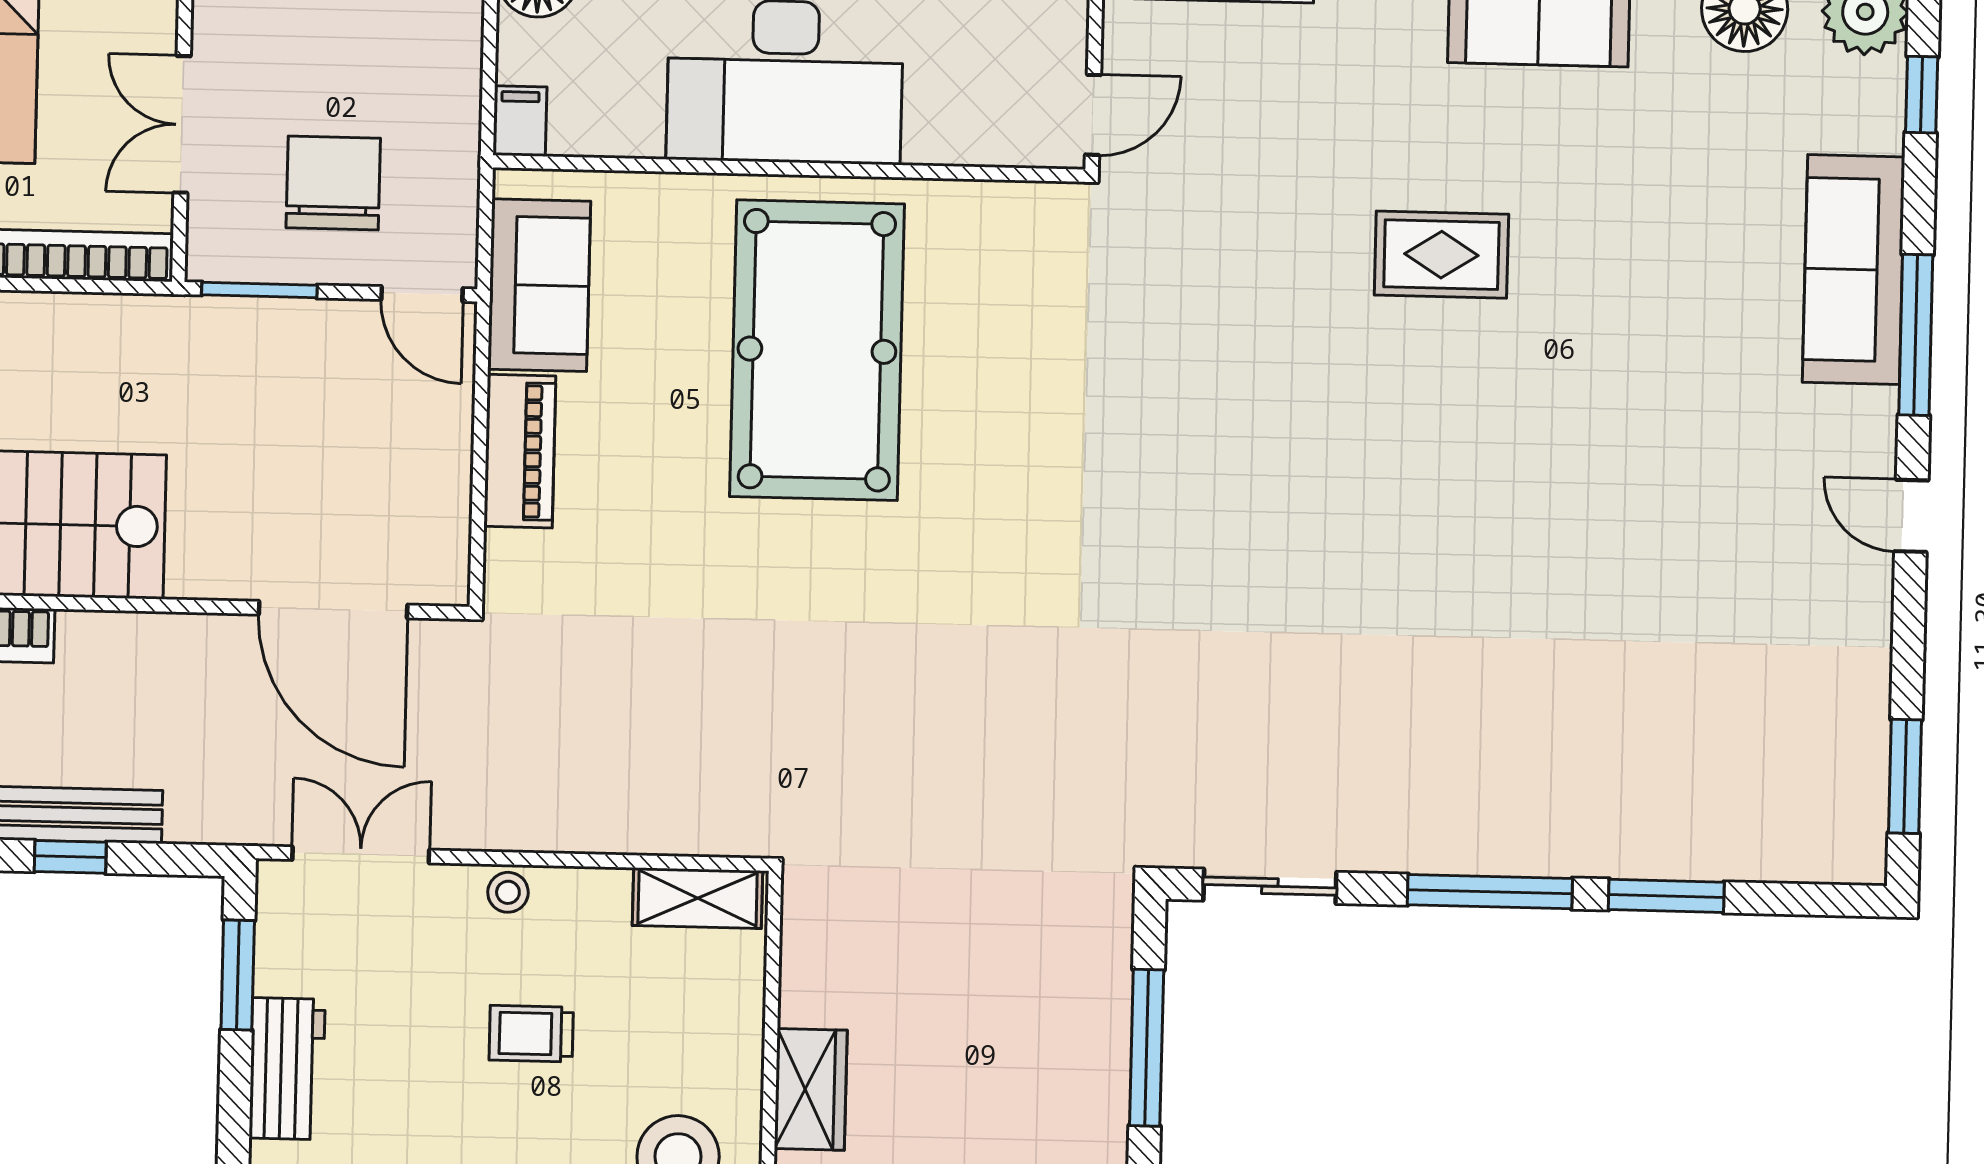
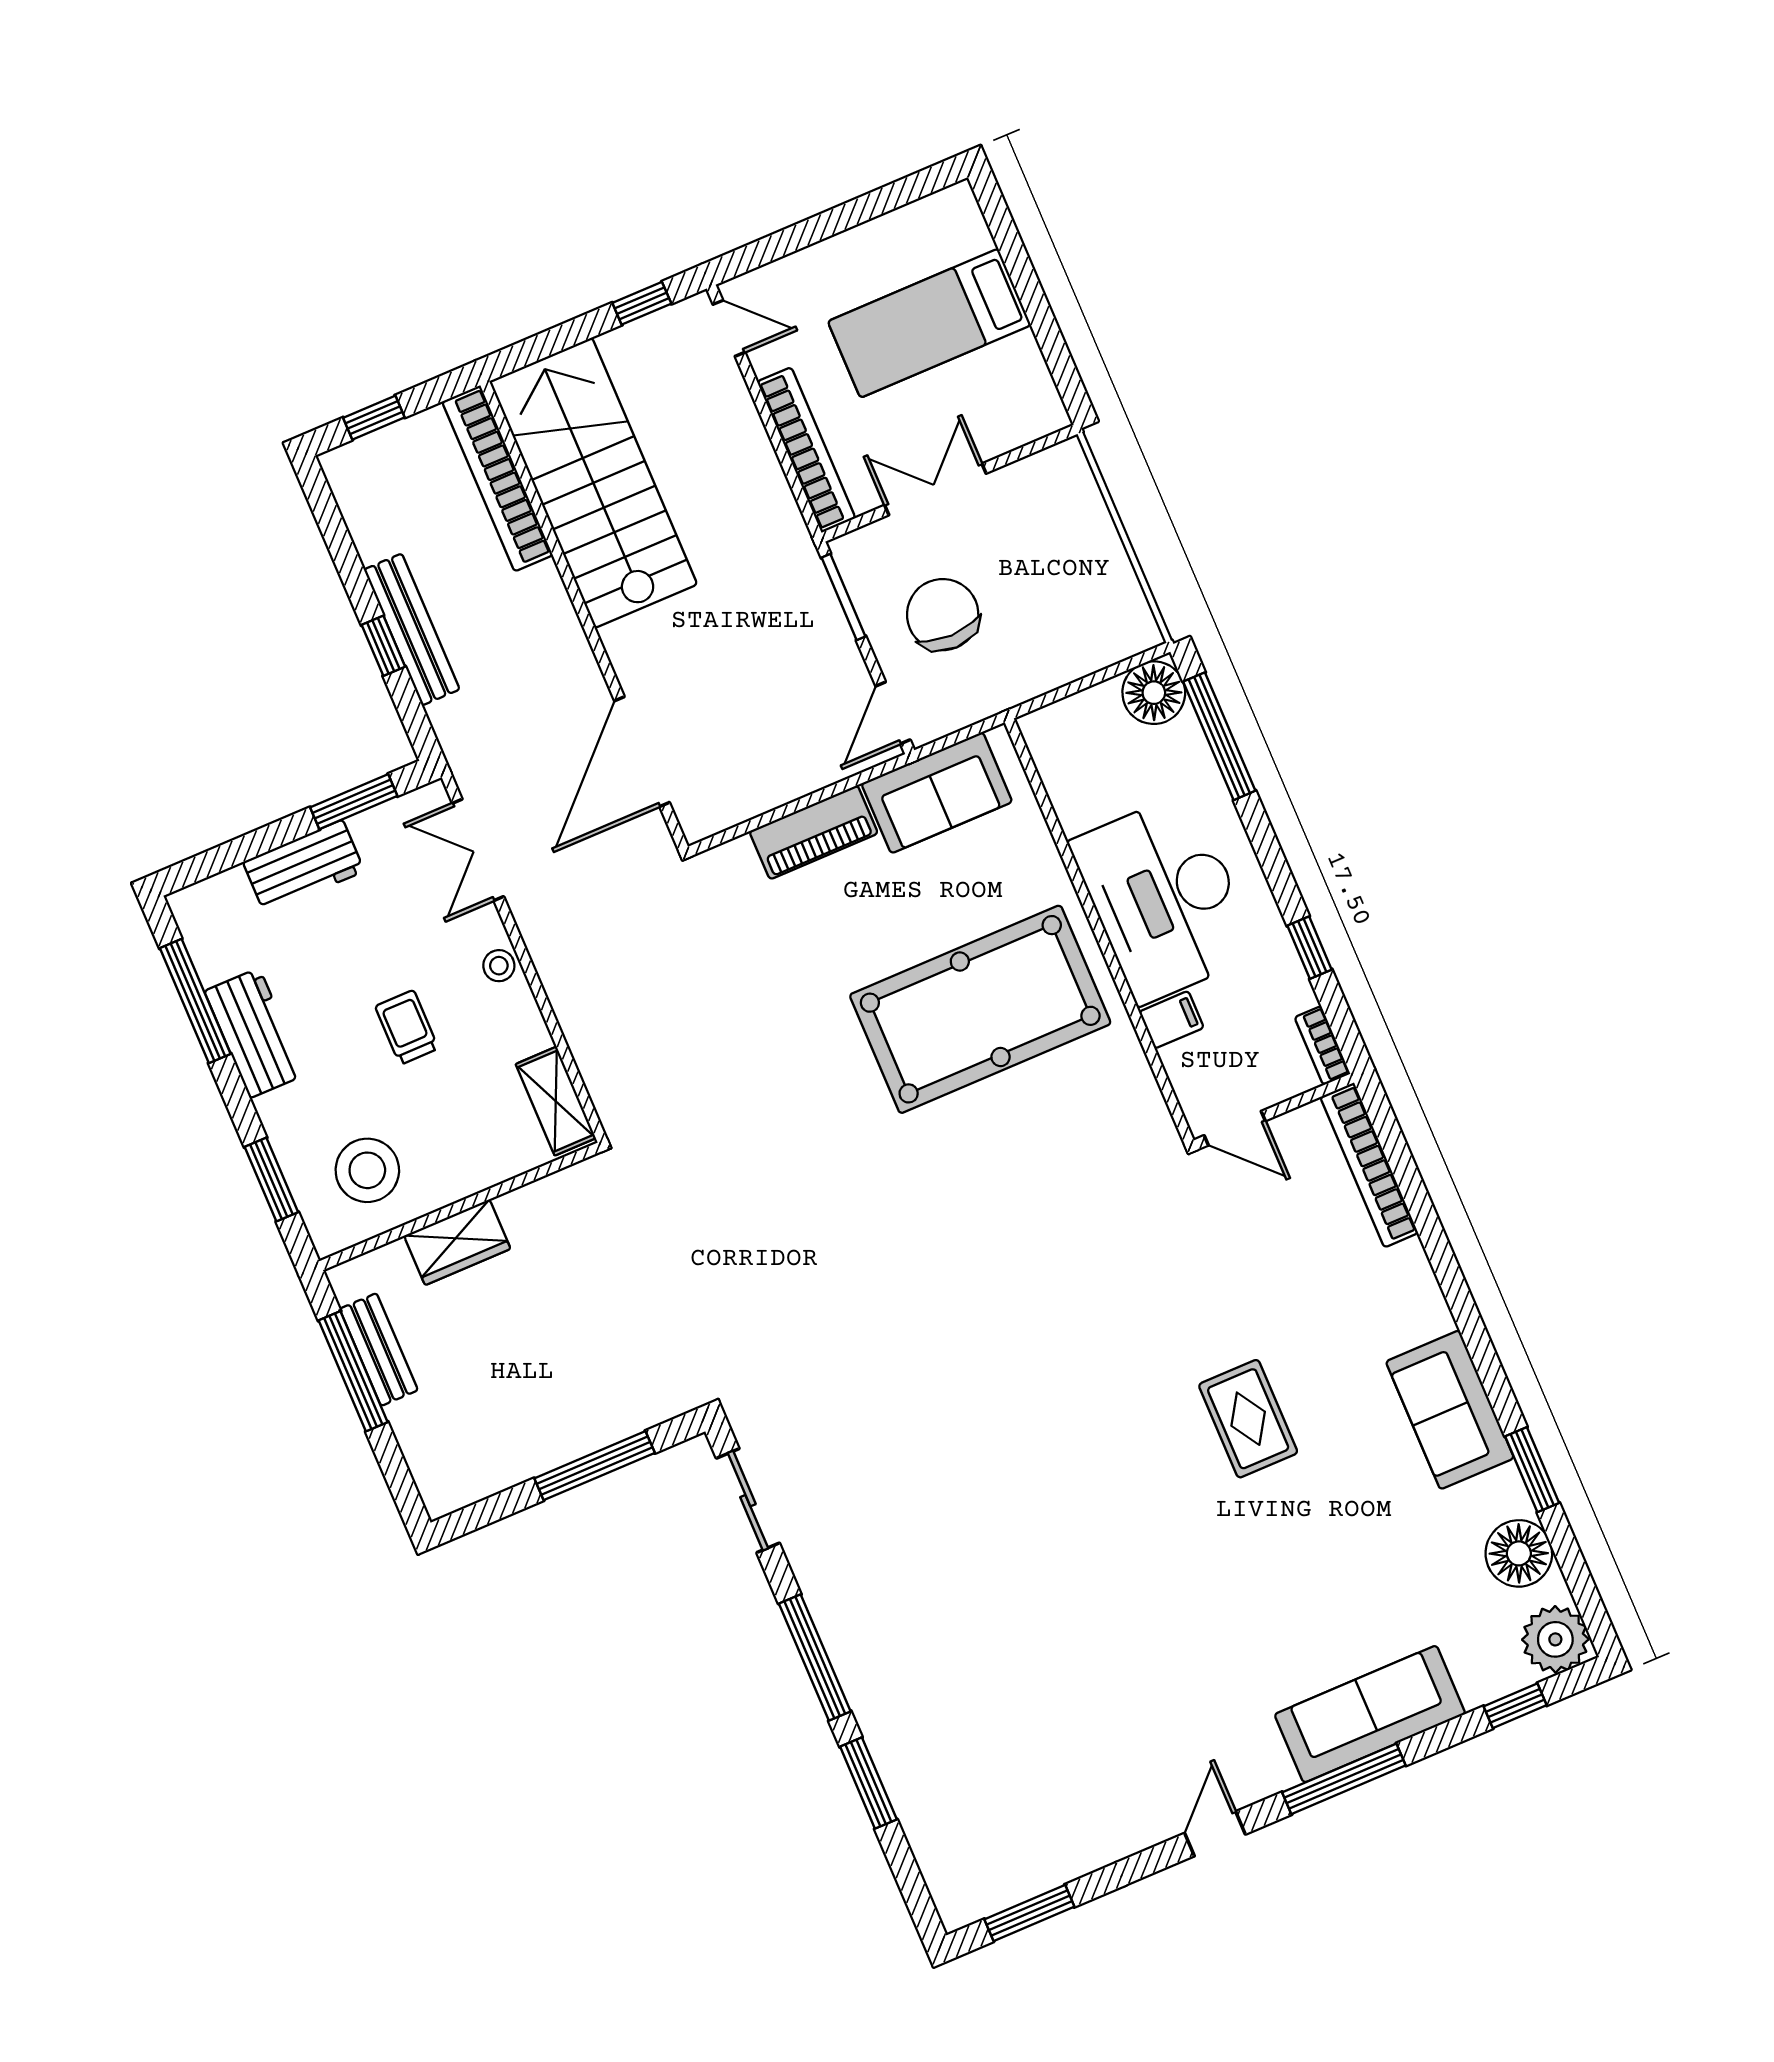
filing cabinet: (520, 121) -> (1171, 1020), moved
chair: (333, 183) -> (943, 615), turned -90
double door: (361, 855) -> (478, 850), swing flipped

